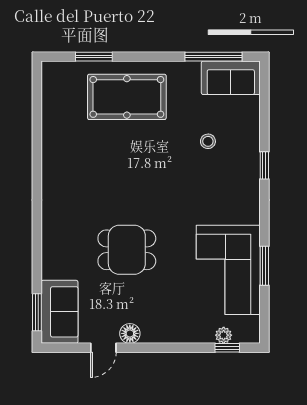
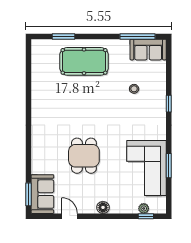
dining table: (127, 250) -> (84, 156), turned 90
floor lamp: (130, 333) -> (103, 207), moved
door: (103, 348) -> (69, 216), swing flipped

